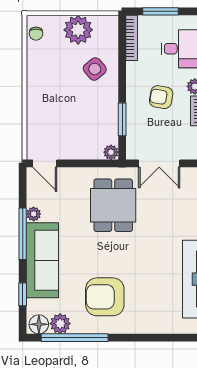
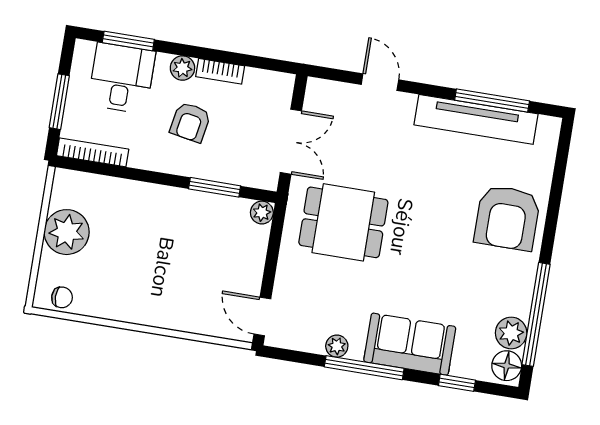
side table: (95, 69) -> (131, 216), removed
door: (45, 163) -> (262, 316), swing flipped
sofa: (42, 260) -> (410, 344), width x0.73
armchair: (105, 297) -> (507, 218), moved

